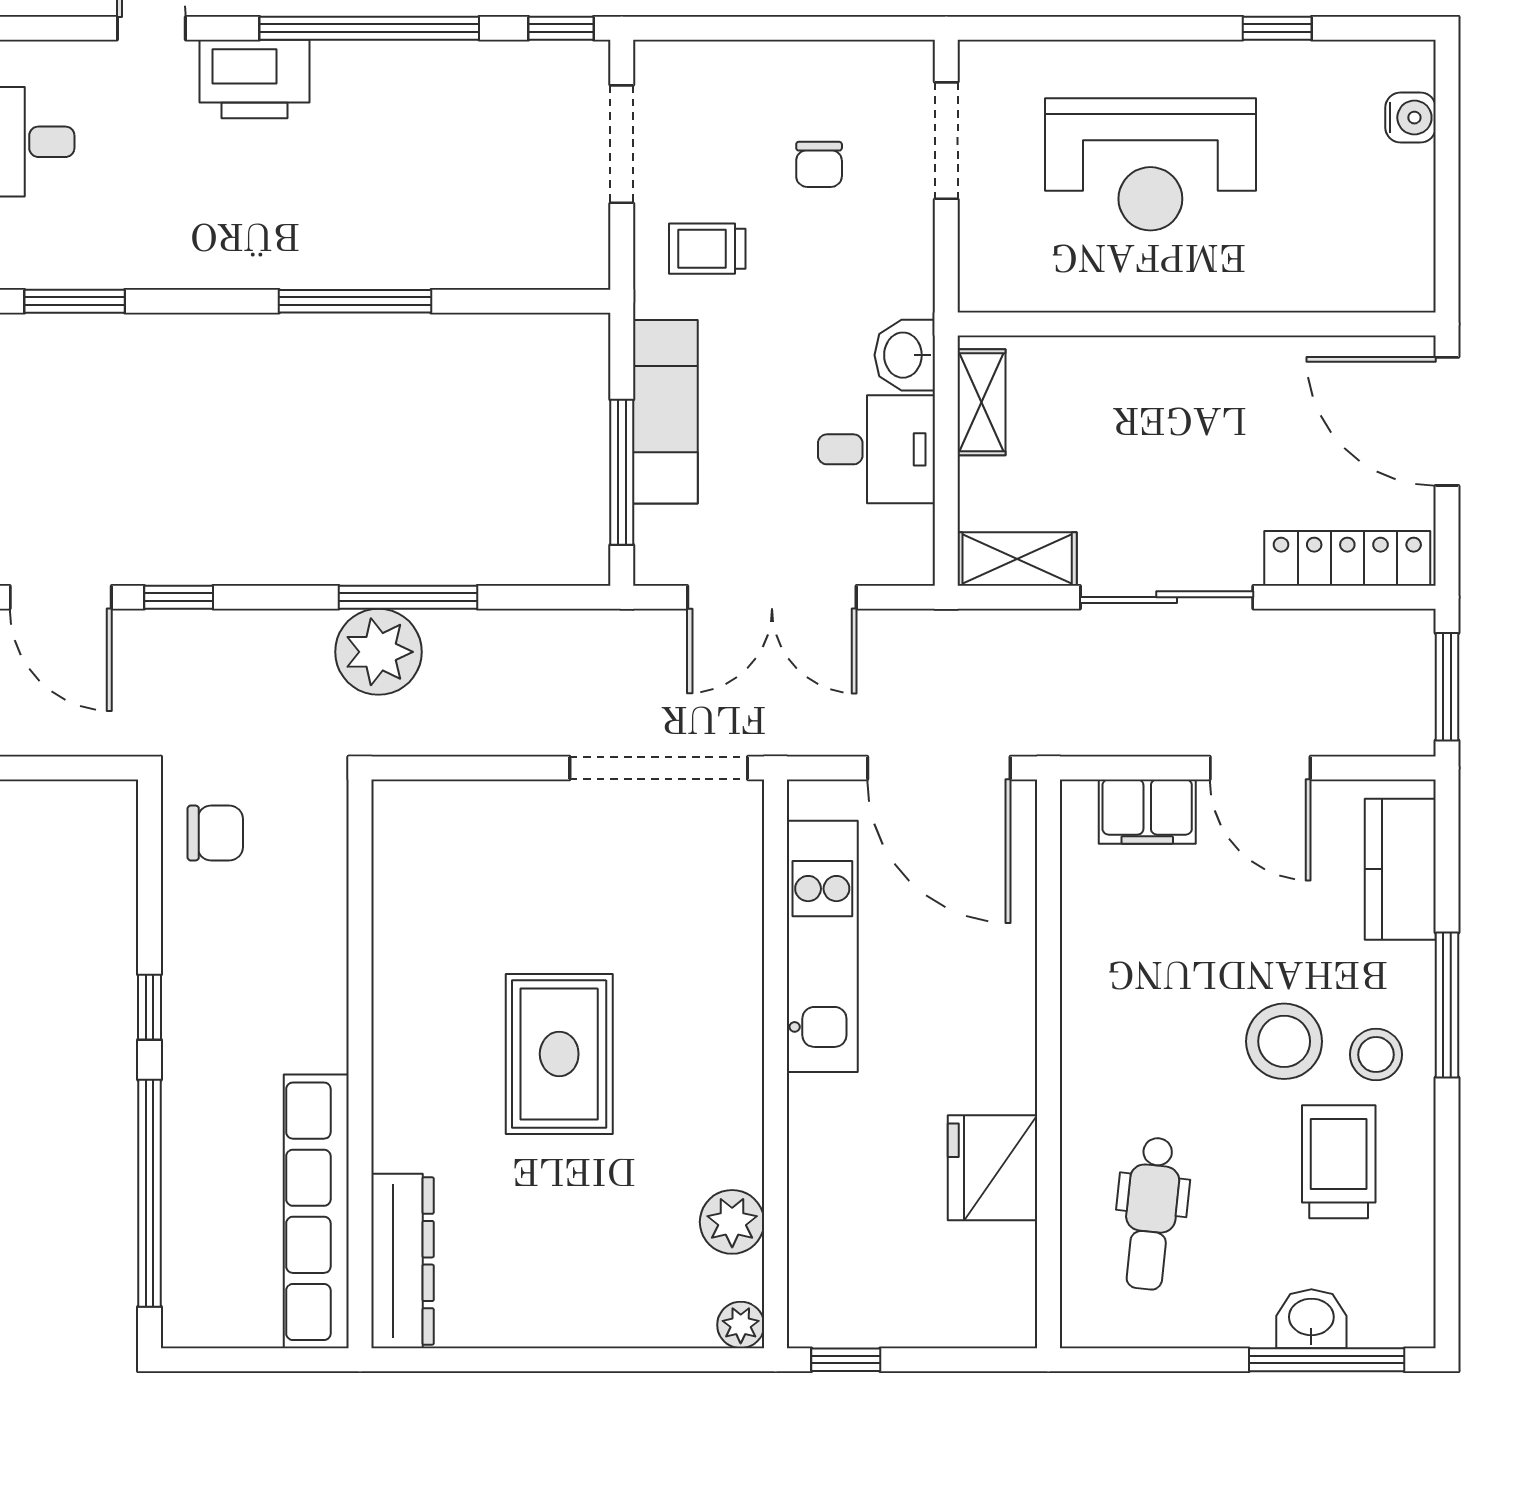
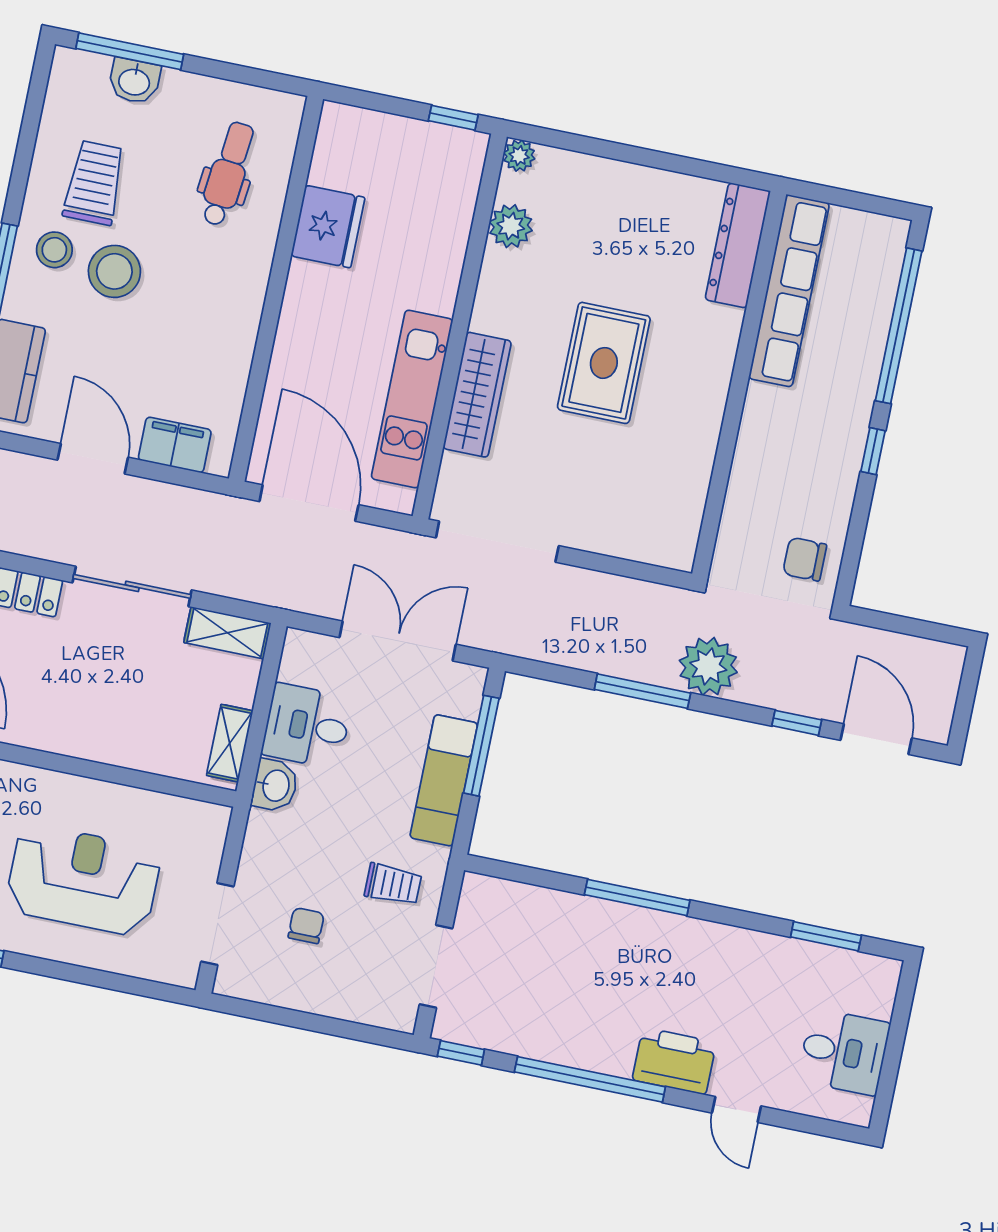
plant: (378, 652) -> (708, 666), moved
wardrobe: (730, 972) -> (477, 395), added
trolley: (1339, 1162) -> (94, 183), turned 180

